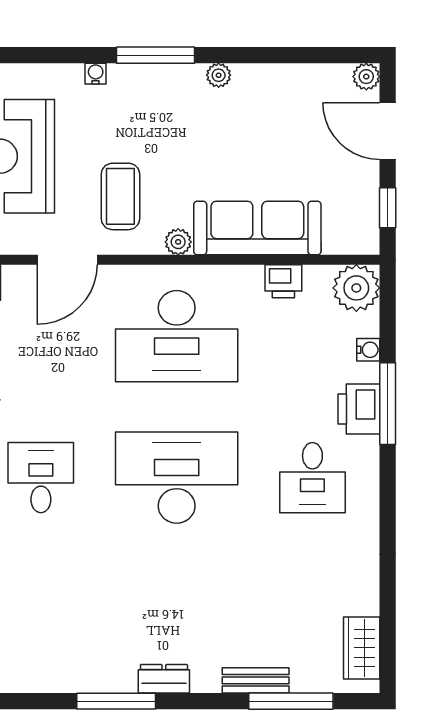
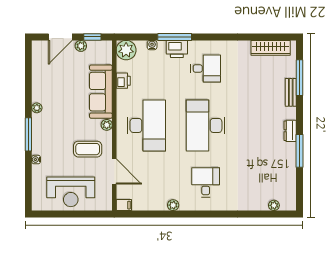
plant: (366, 77) -> (81, 46), moved
desk: (41, 478) -> (206, 182), turned 90
wardrobe: (362, 648) -> (271, 48), width x1.50

